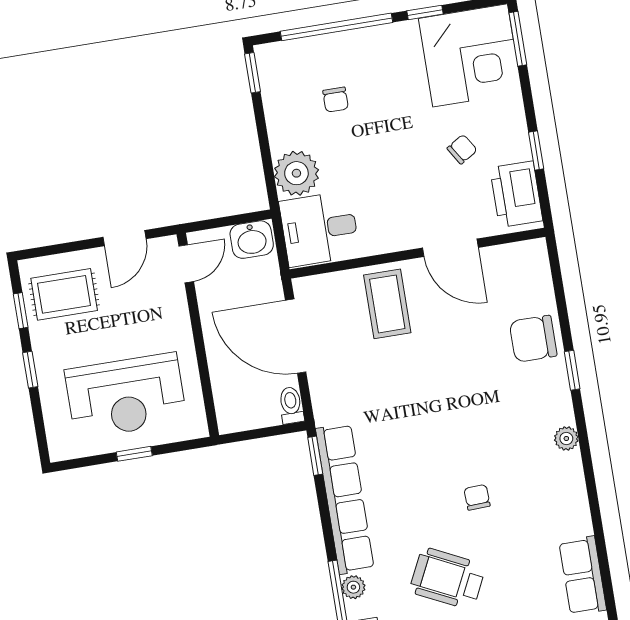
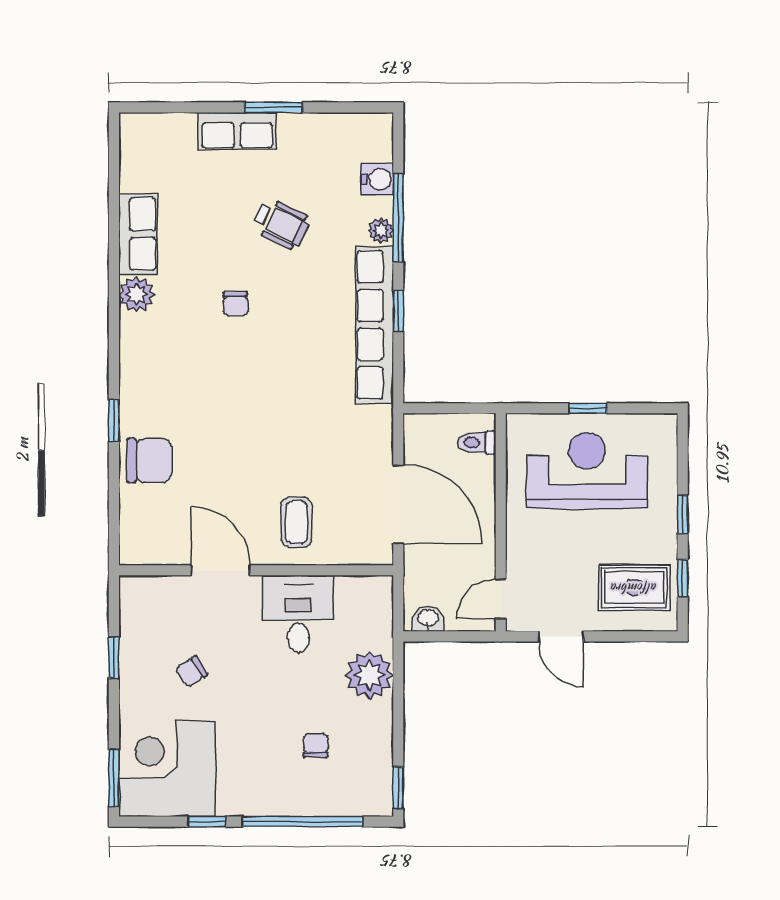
printer: (516, 194) -> (142, 615), removed
desk: (320, 229) -> (298, 614), moved, turned -90
door: (125, 238) -> (561, 636), swing flipped
washbasin: (252, 240) -> (428, 619), width x0.72, depth x0.69
coffee table: (387, 304) -> (297, 522), width x0.73, depth x0.77
toilet: (291, 405) -> (477, 443), moved, turned 90
plant: (566, 438) -> (137, 294), moved, width x1.38, depth x1.38
window: (315, 456) -> (398, 311), moved
row of seats: (583, 576) -> (138, 234), moved
wheelchair: (447, 579) -> (281, 224), width x0.73, depth x0.73

